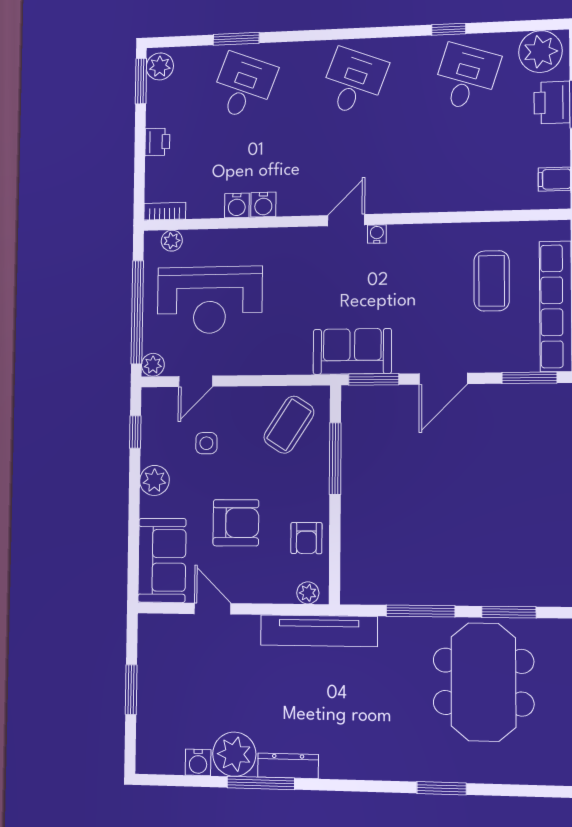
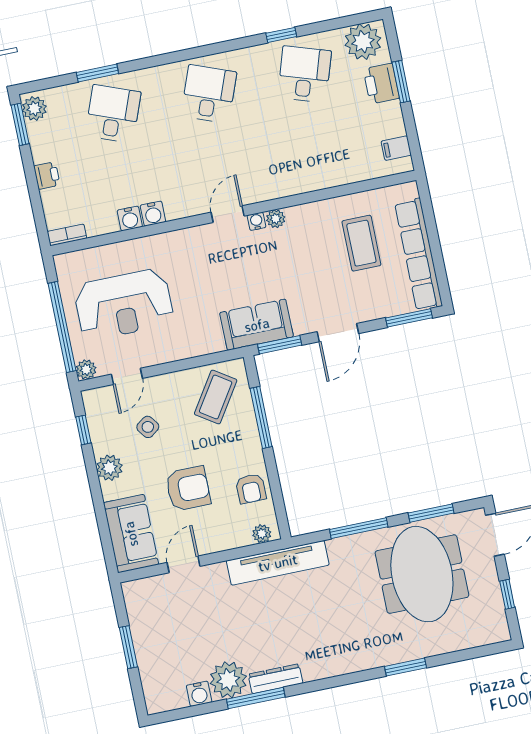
plant: (172, 241) -> (276, 219), moved
side table: (206, 443) -> (148, 427), turned -36
door: (213, 609) -> (184, 564), hinge flipped

